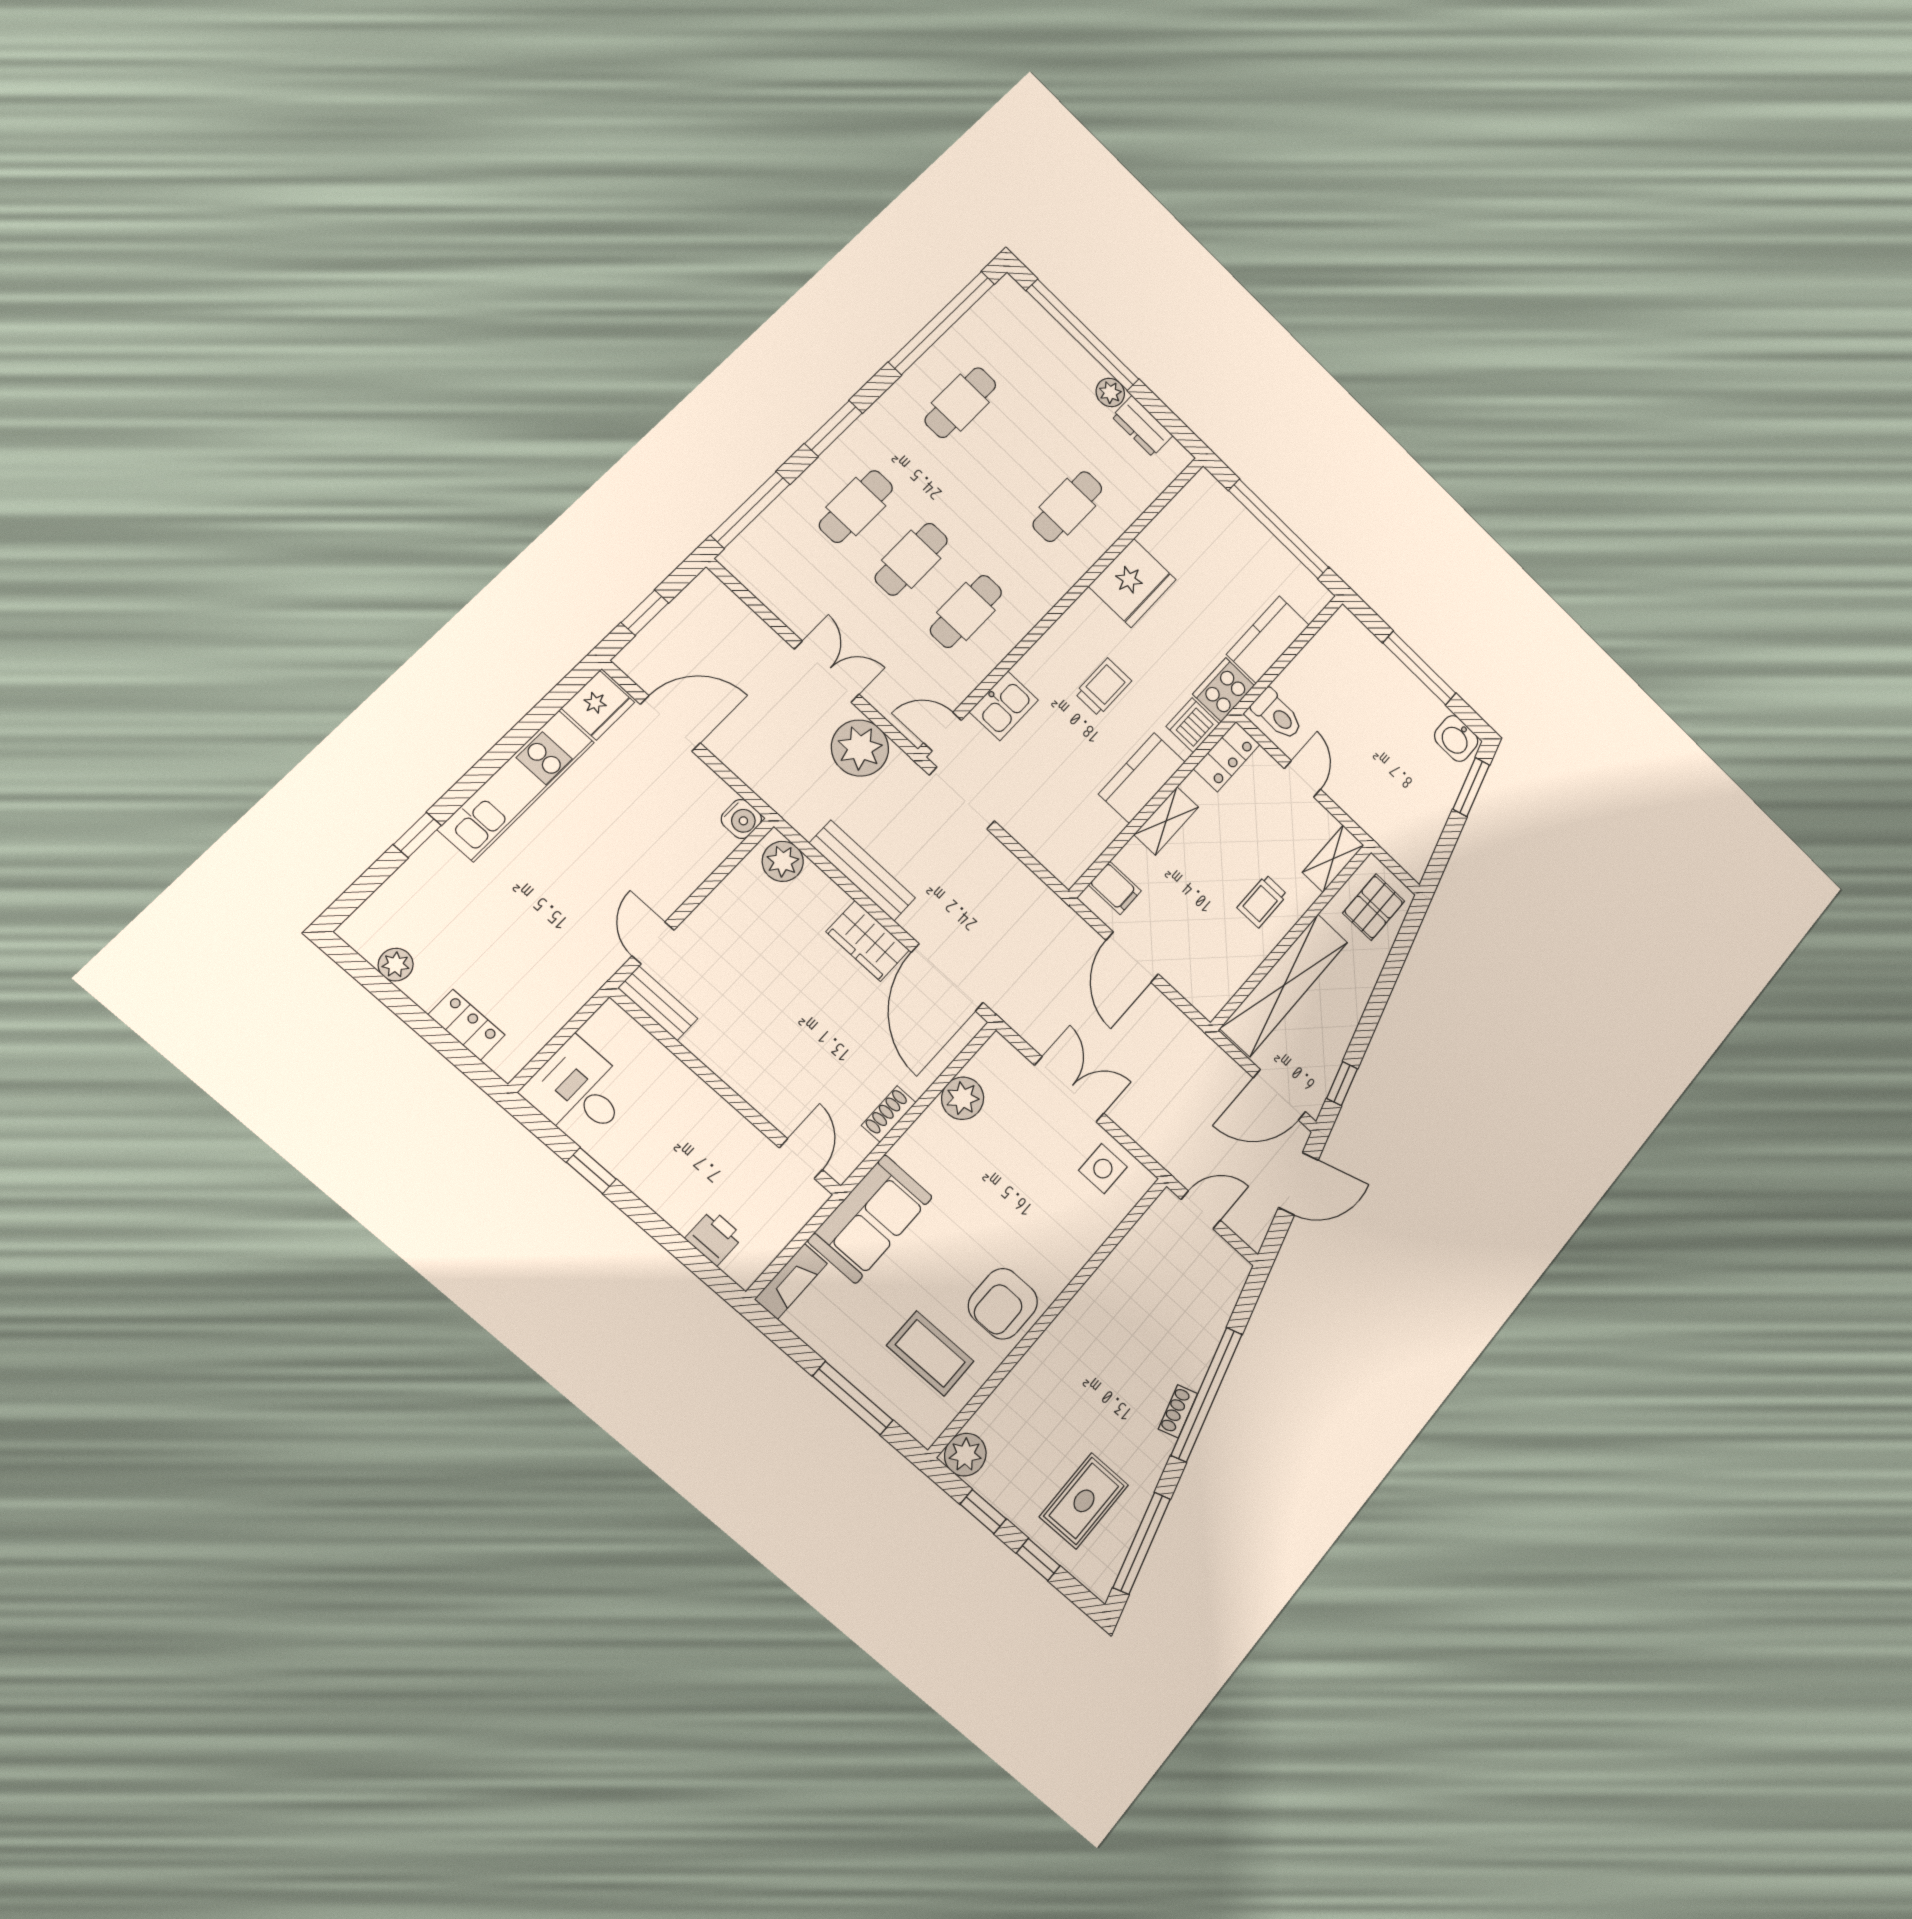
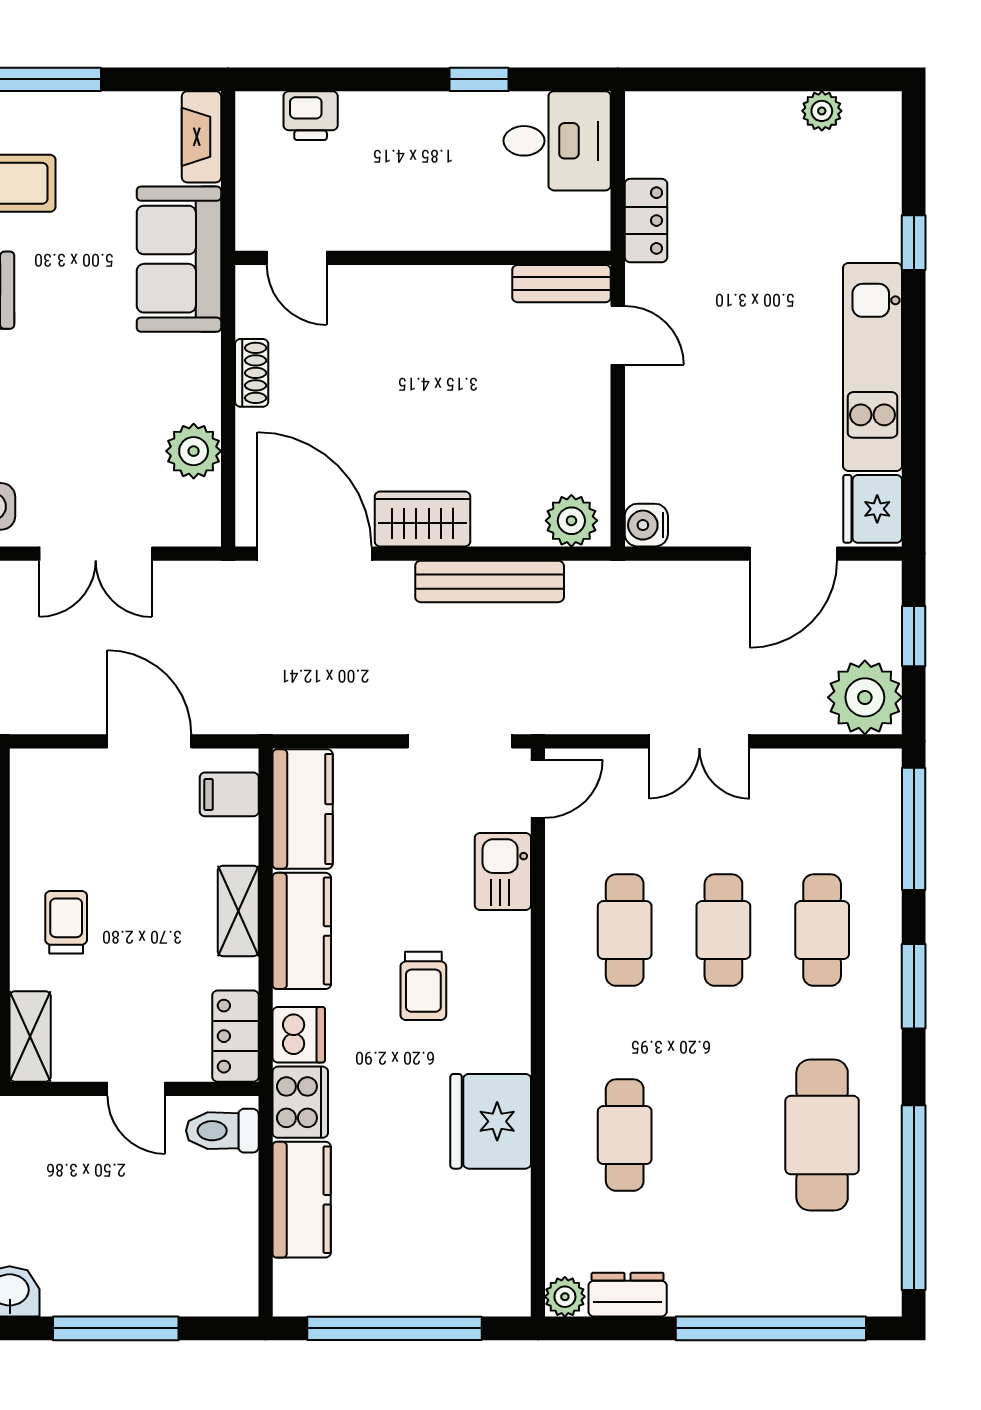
plant: (1110, 393) -> (565, 1297), moved
cafe table: (960, 403) -> (822, 1135), width x1.37, depth x1.35
plant: (860, 748) -> (865, 697), moved
kitchen counter: (1082, 843) -> (303, 809), added
locker: (466, 1025) -> (646, 221), moved, turned -90

